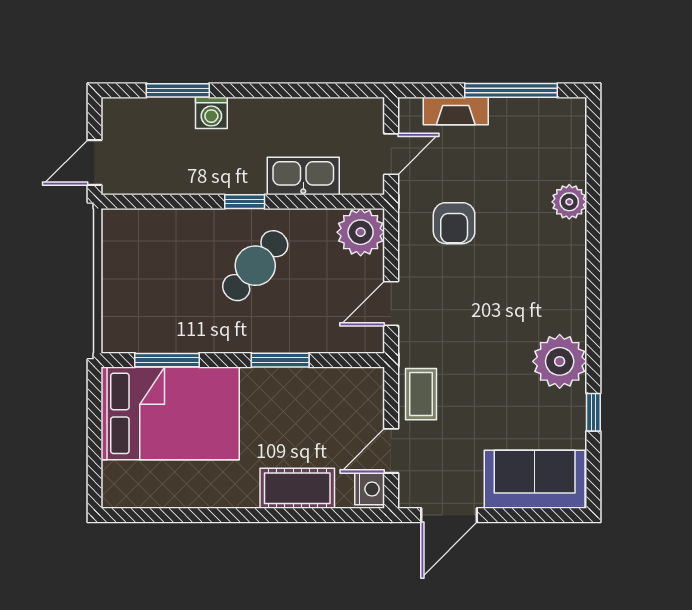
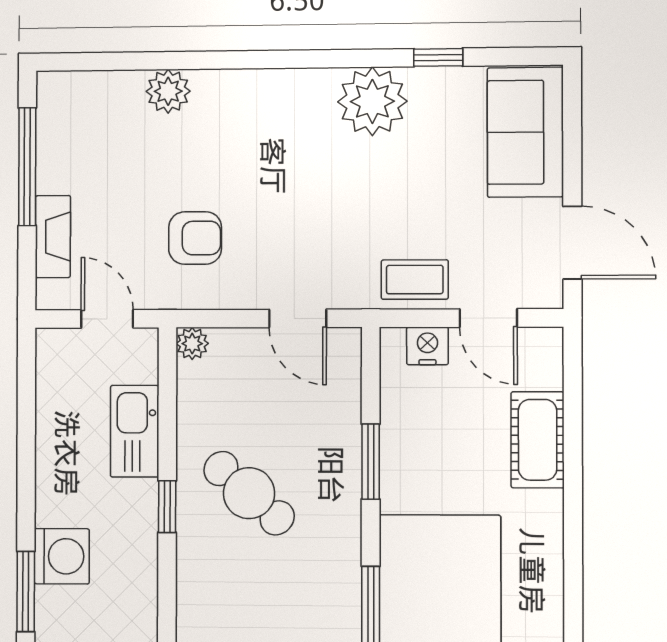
washing machine: (211, 113) -> (62, 556), width x1.38, depth x1.38
plant: (361, 232) -> (192, 344), width x0.53, depth x0.53
nightstand: (370, 489) -> (427, 346), moved

